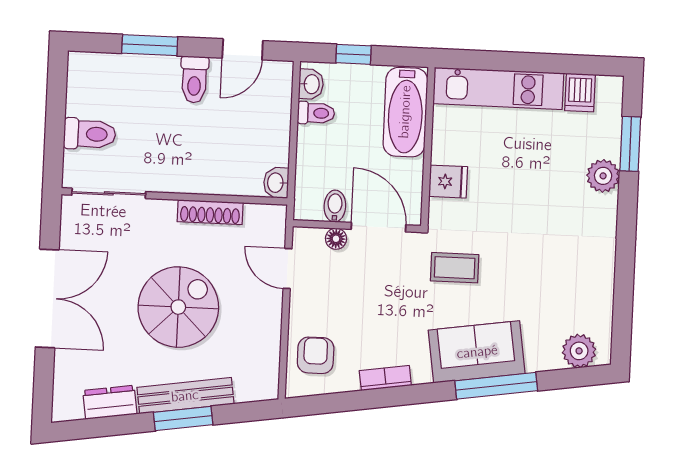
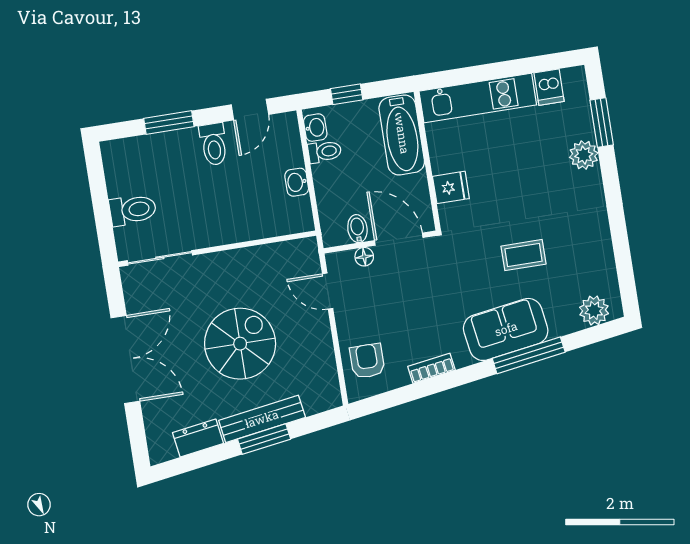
washbasin: (276, 183) -> (297, 182), moved
shoe rack: (210, 212) -> (251, 256), removed
coffee table: (455, 268) -> (524, 255), moved

